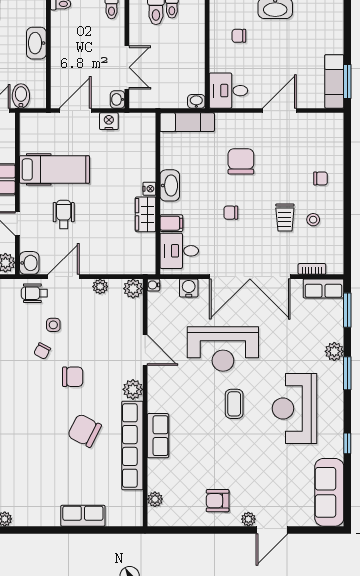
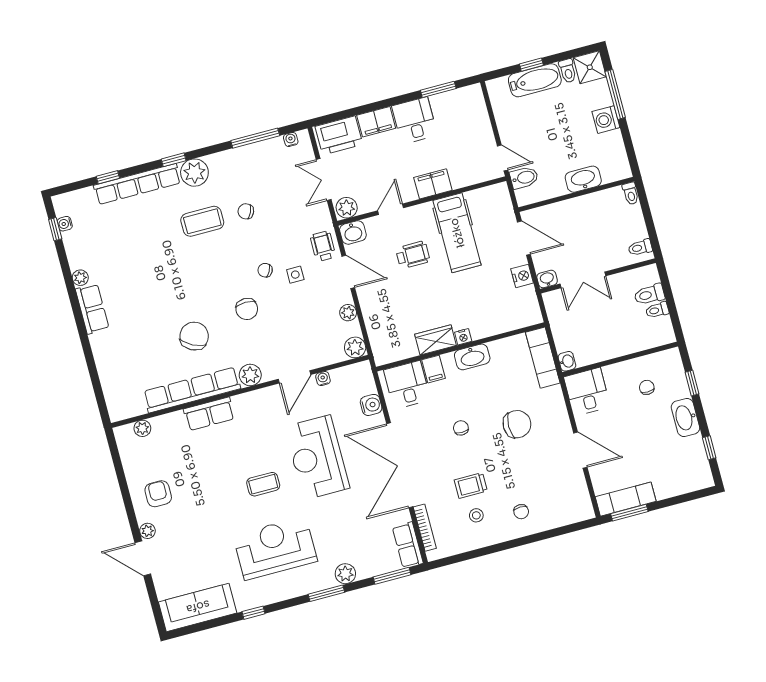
bookcase: (312, 269) -> (425, 528), width x1.56
water cooler: (153, 285) -> (323, 379), moved
row of seats: (83, 516) -> (92, 309), moved

